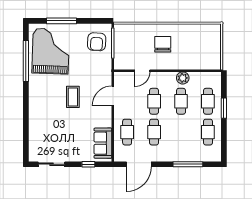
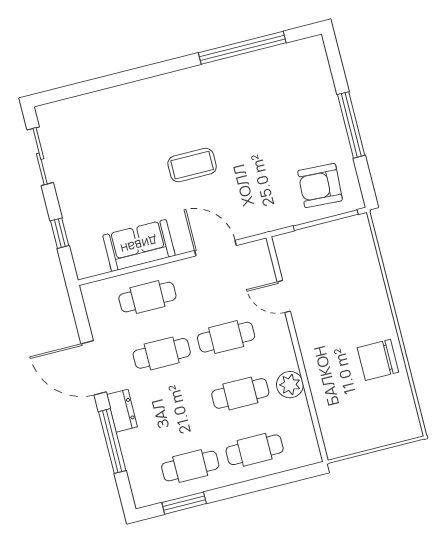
window: (62, 21) -> (351, 125), moved
chair: (163, 44) -> (378, 360), moved, turned 180
grand piano: (51, 51) -> (276, 95), removed
window: (224, 108) -> (184, 503), moved
sofa: (103, 143) -> (139, 245), moved
dresser: (175, 156) -> (122, 411), added
door: (139, 164) -> (94, 368), moved

